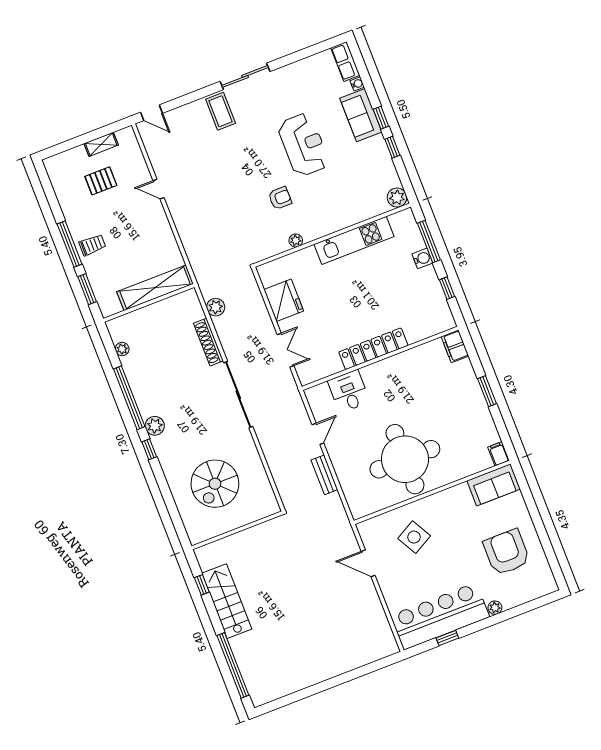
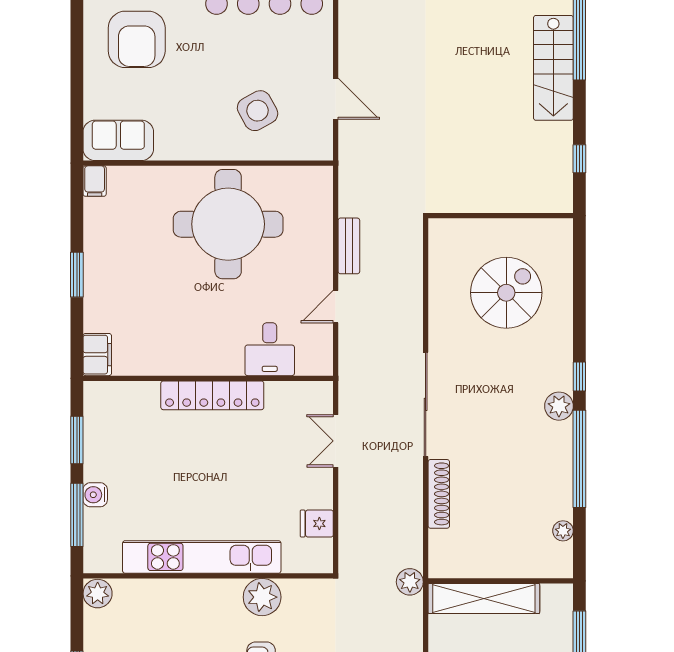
plant: (296, 240) -> (262, 597), width x1.87, depth x1.87
kitchen unit: (354, 240) -> (202, 557), width x1.36
window: (447, 288) -> (77, 440), width x1.50
fridge: (284, 300) -> (317, 524), width x0.53, depth x0.75
plant: (216, 307) -> (410, 582), moved
stairs: (227, 601) -> (553, 68), moved

